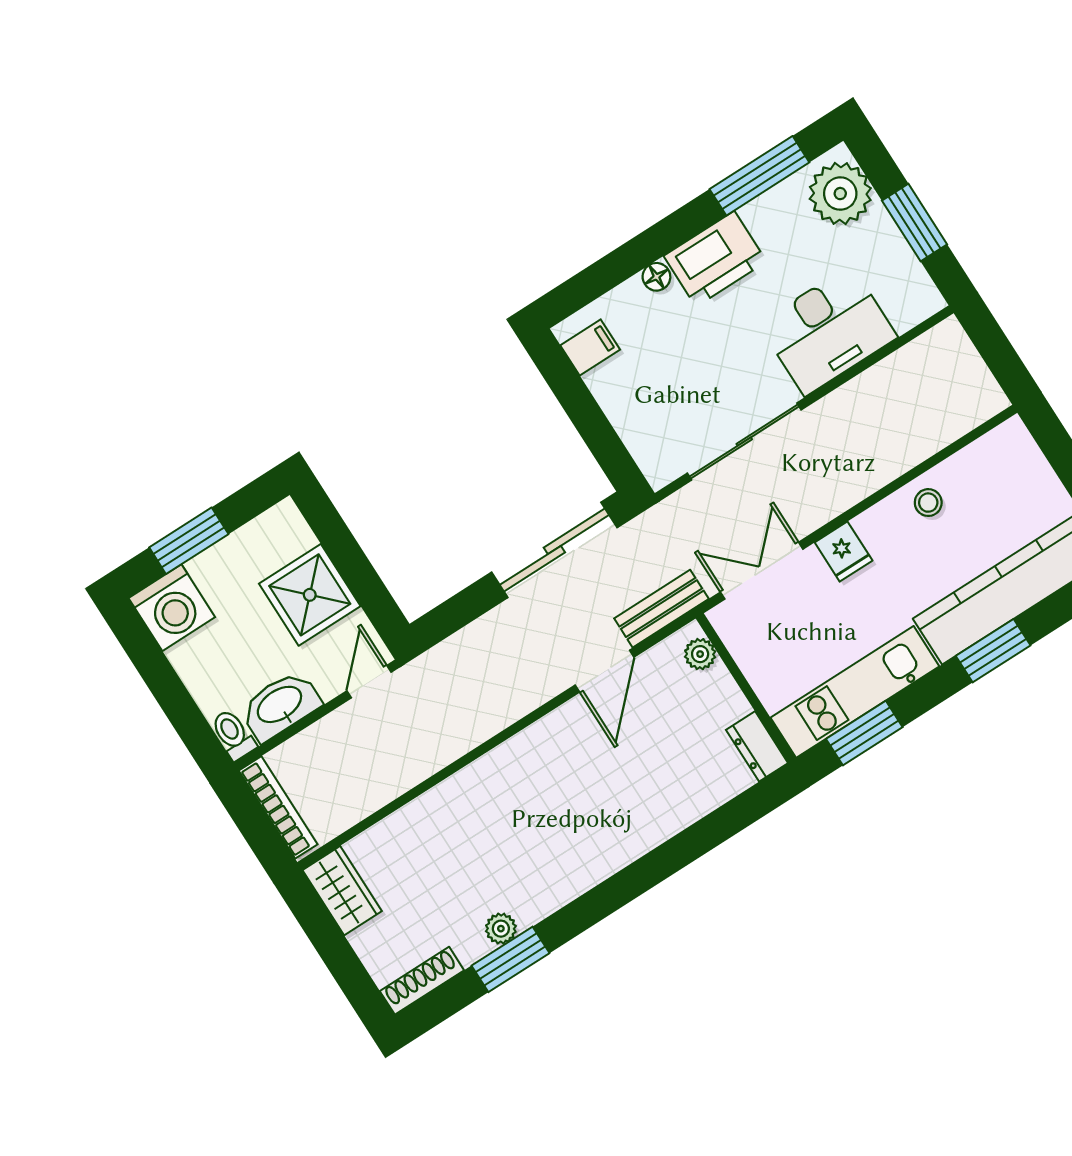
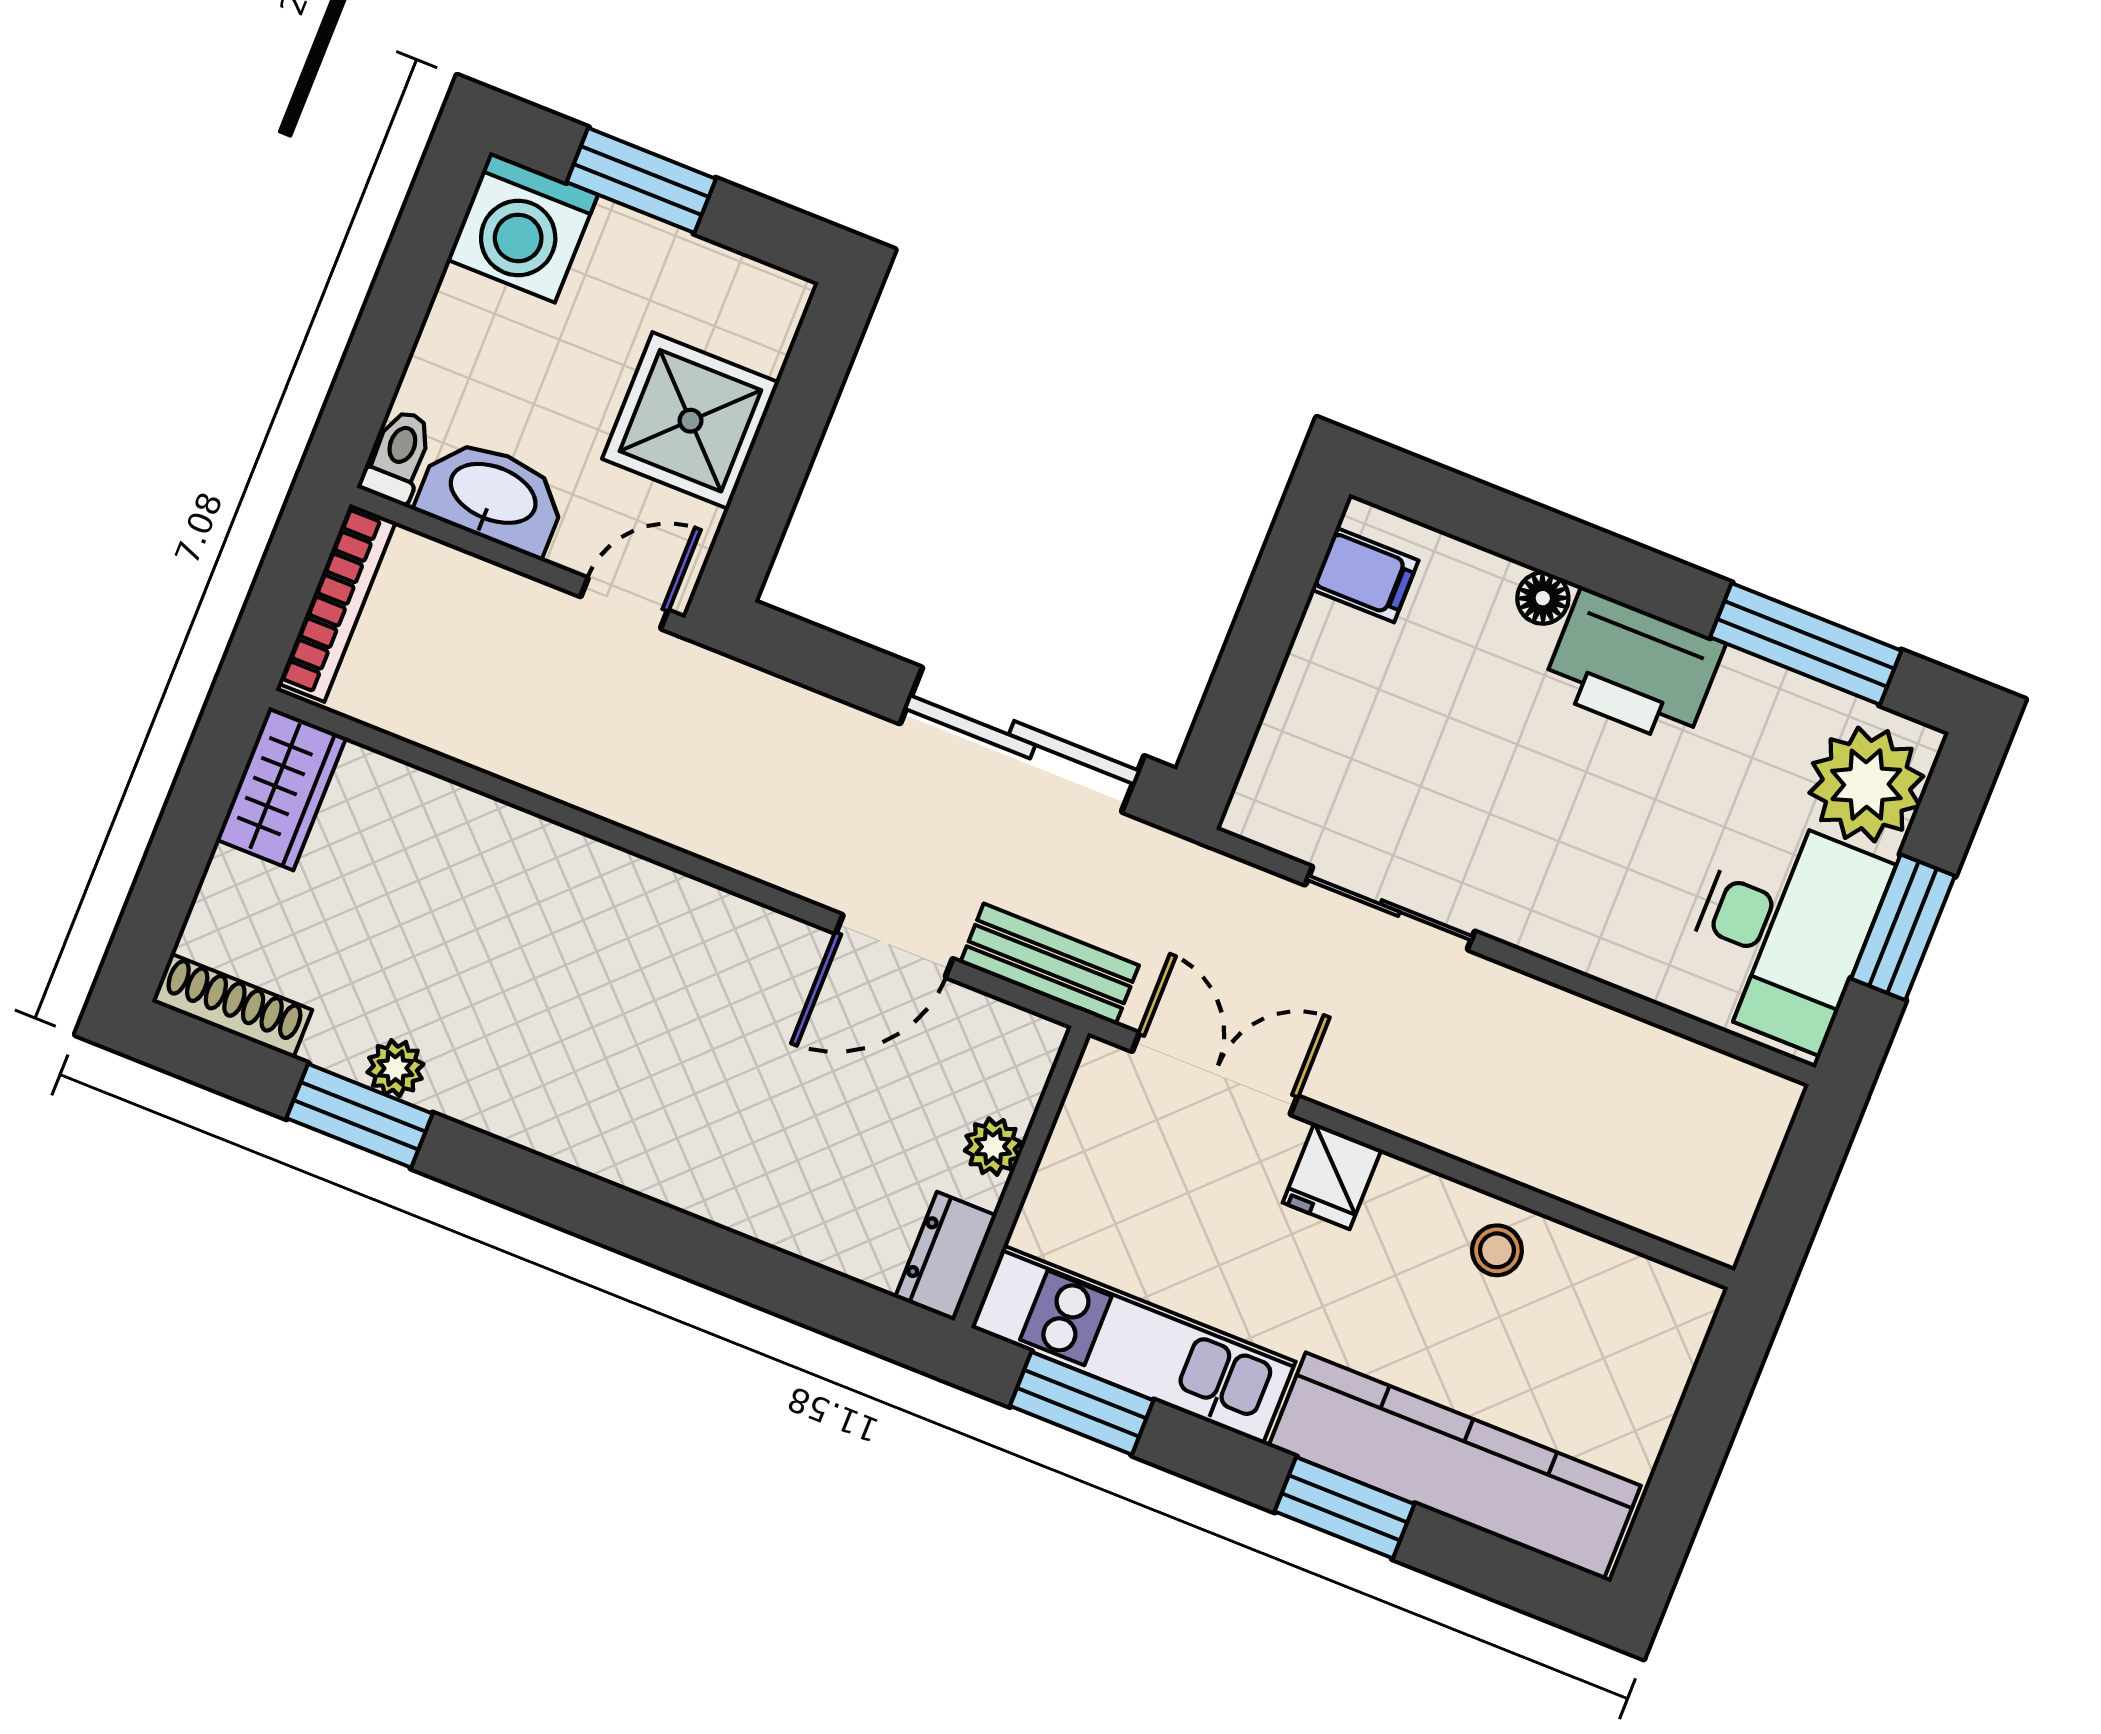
desk: (828, 331) -> (1783, 931), moved, turned -90
sliding door: (744, 442) -> (1390, 908), width x0.73
plant: (700, 654) -> (993, 1147), moved

